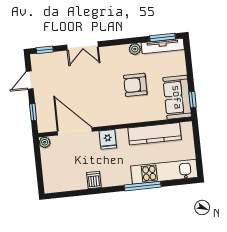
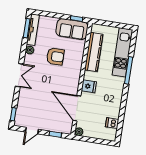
double door: (83, 46) -> (19, 75), moved
door: (30, 80) -> (32, 131), hinge flipped
armchair: (135, 85) -> (55, 56), turned -90
door: (75, 131) -> (77, 108), hinge flipped
dishwasher: (94, 180) -> (112, 123), moved

